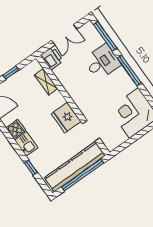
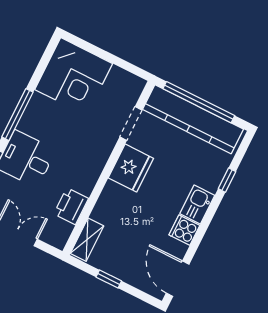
printer: (52, 58) -> (71, 206), moved
shelving: (46, 82) -> (87, 240), moved

